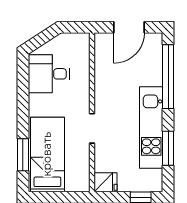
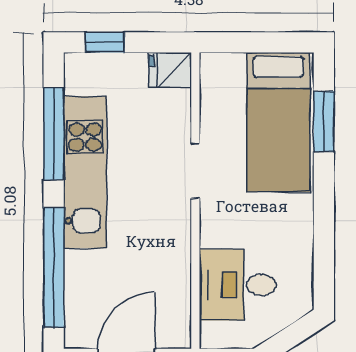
desk: (49, 74) -> (238, 285), moved, turned 180
window: (168, 148) -> (54, 134), width x1.44

